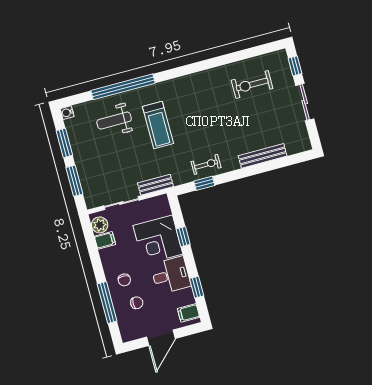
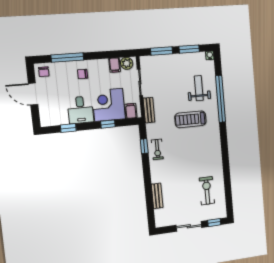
bench: (263, 156) -> (157, 196), width x0.73
chair: (137, 303) -> (44, 72), moved
filing cabinet: (189, 313) -> (131, 111), moved

